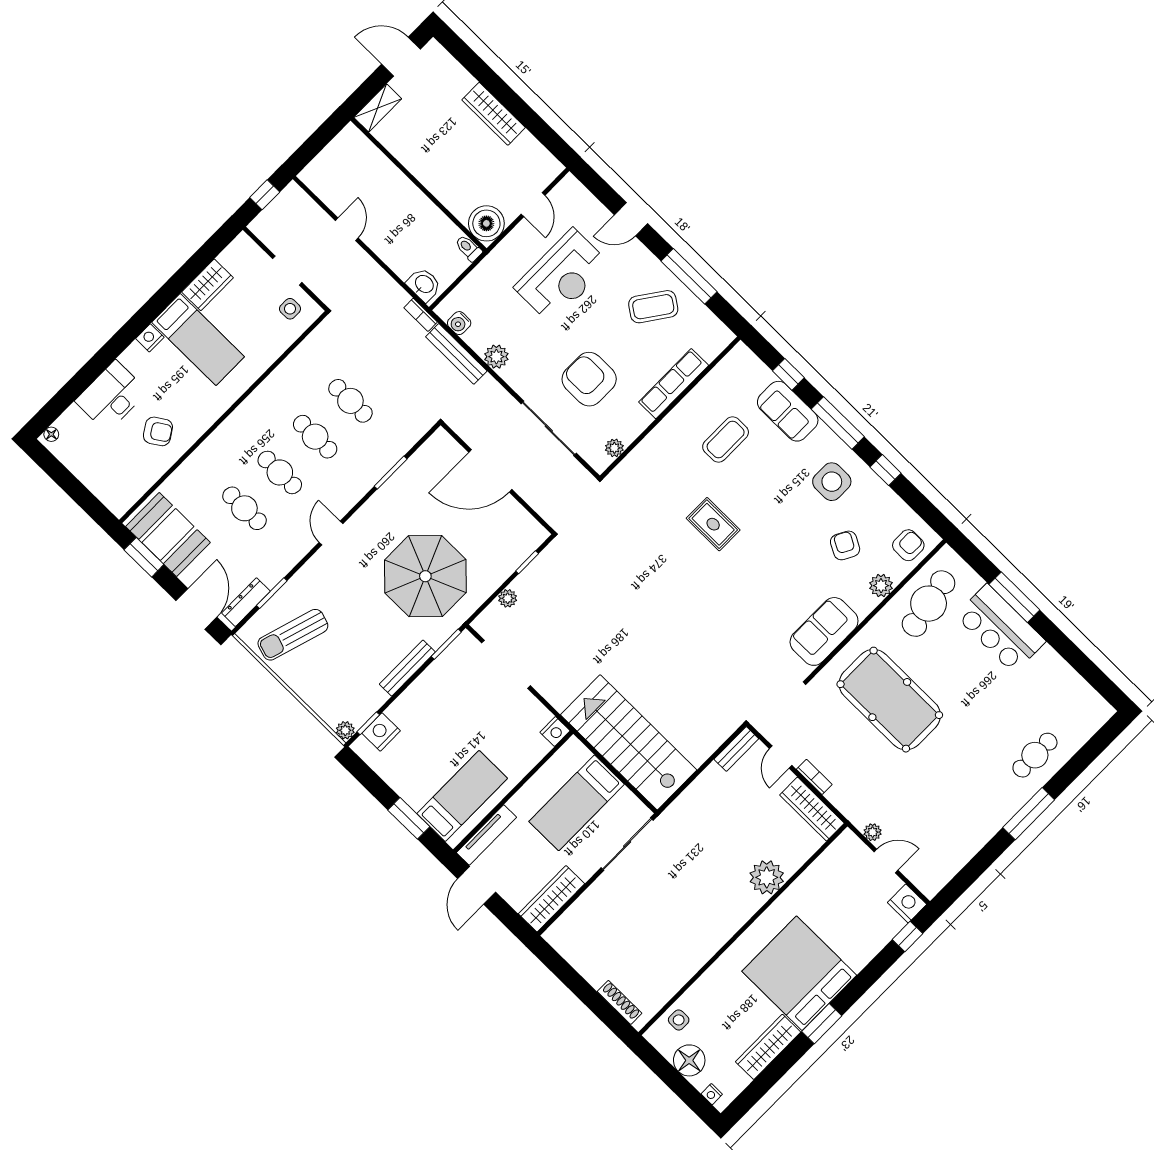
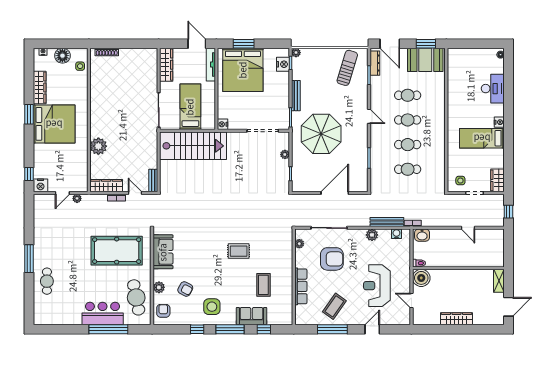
wardrobe: (207, 285) -> (497, 180), moved
armchair: (158, 431) -> (464, 92), removed
armchair: (908, 545) -> (163, 311), turned 180
window: (1014, 597) -> (108, 329), width x1.46
bed: (462, 796) -> (243, 70), width x2.04

